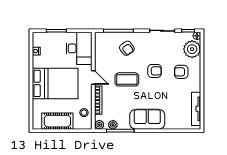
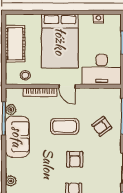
door: (93, 78) -> (67, 86), hinge flipped
coffee table: (127, 79) -> (65, 126), turned 90
sofa: (147, 119) -> (17, 137), moved
plant: (99, 125) -> (11, 181), moved

